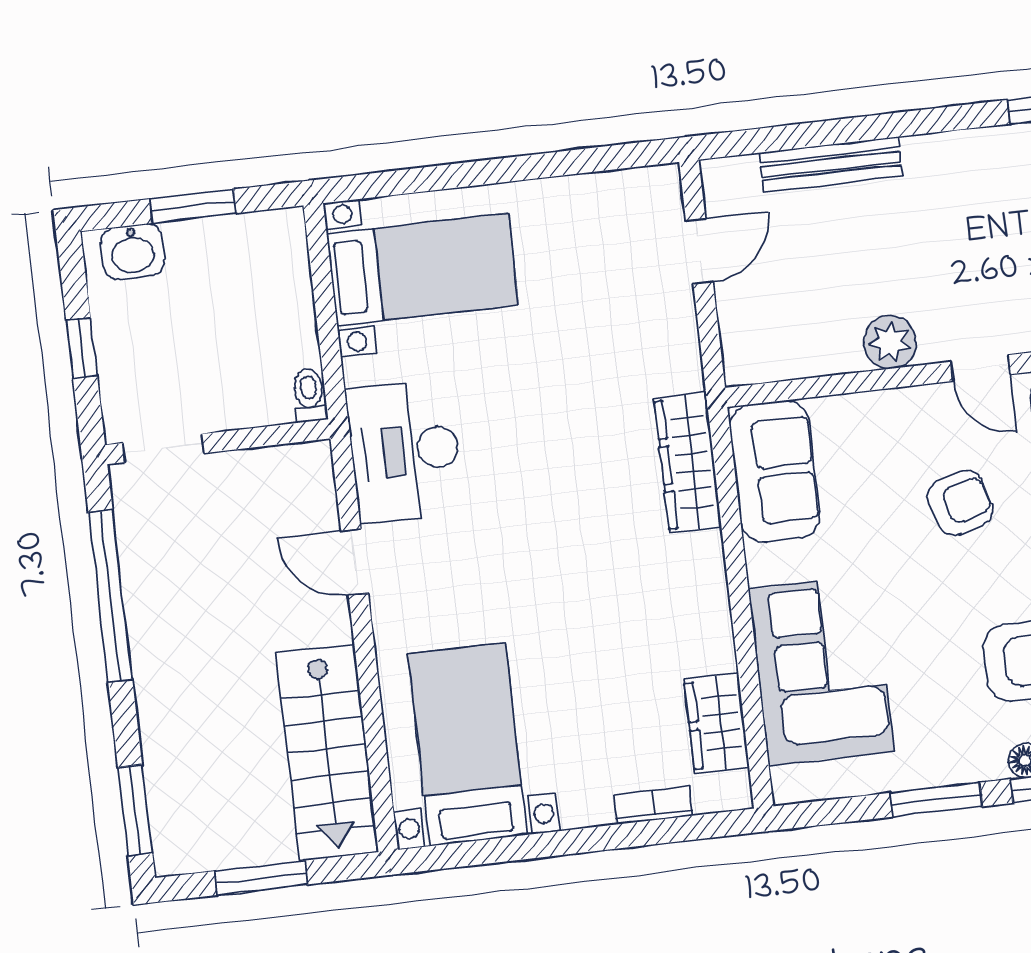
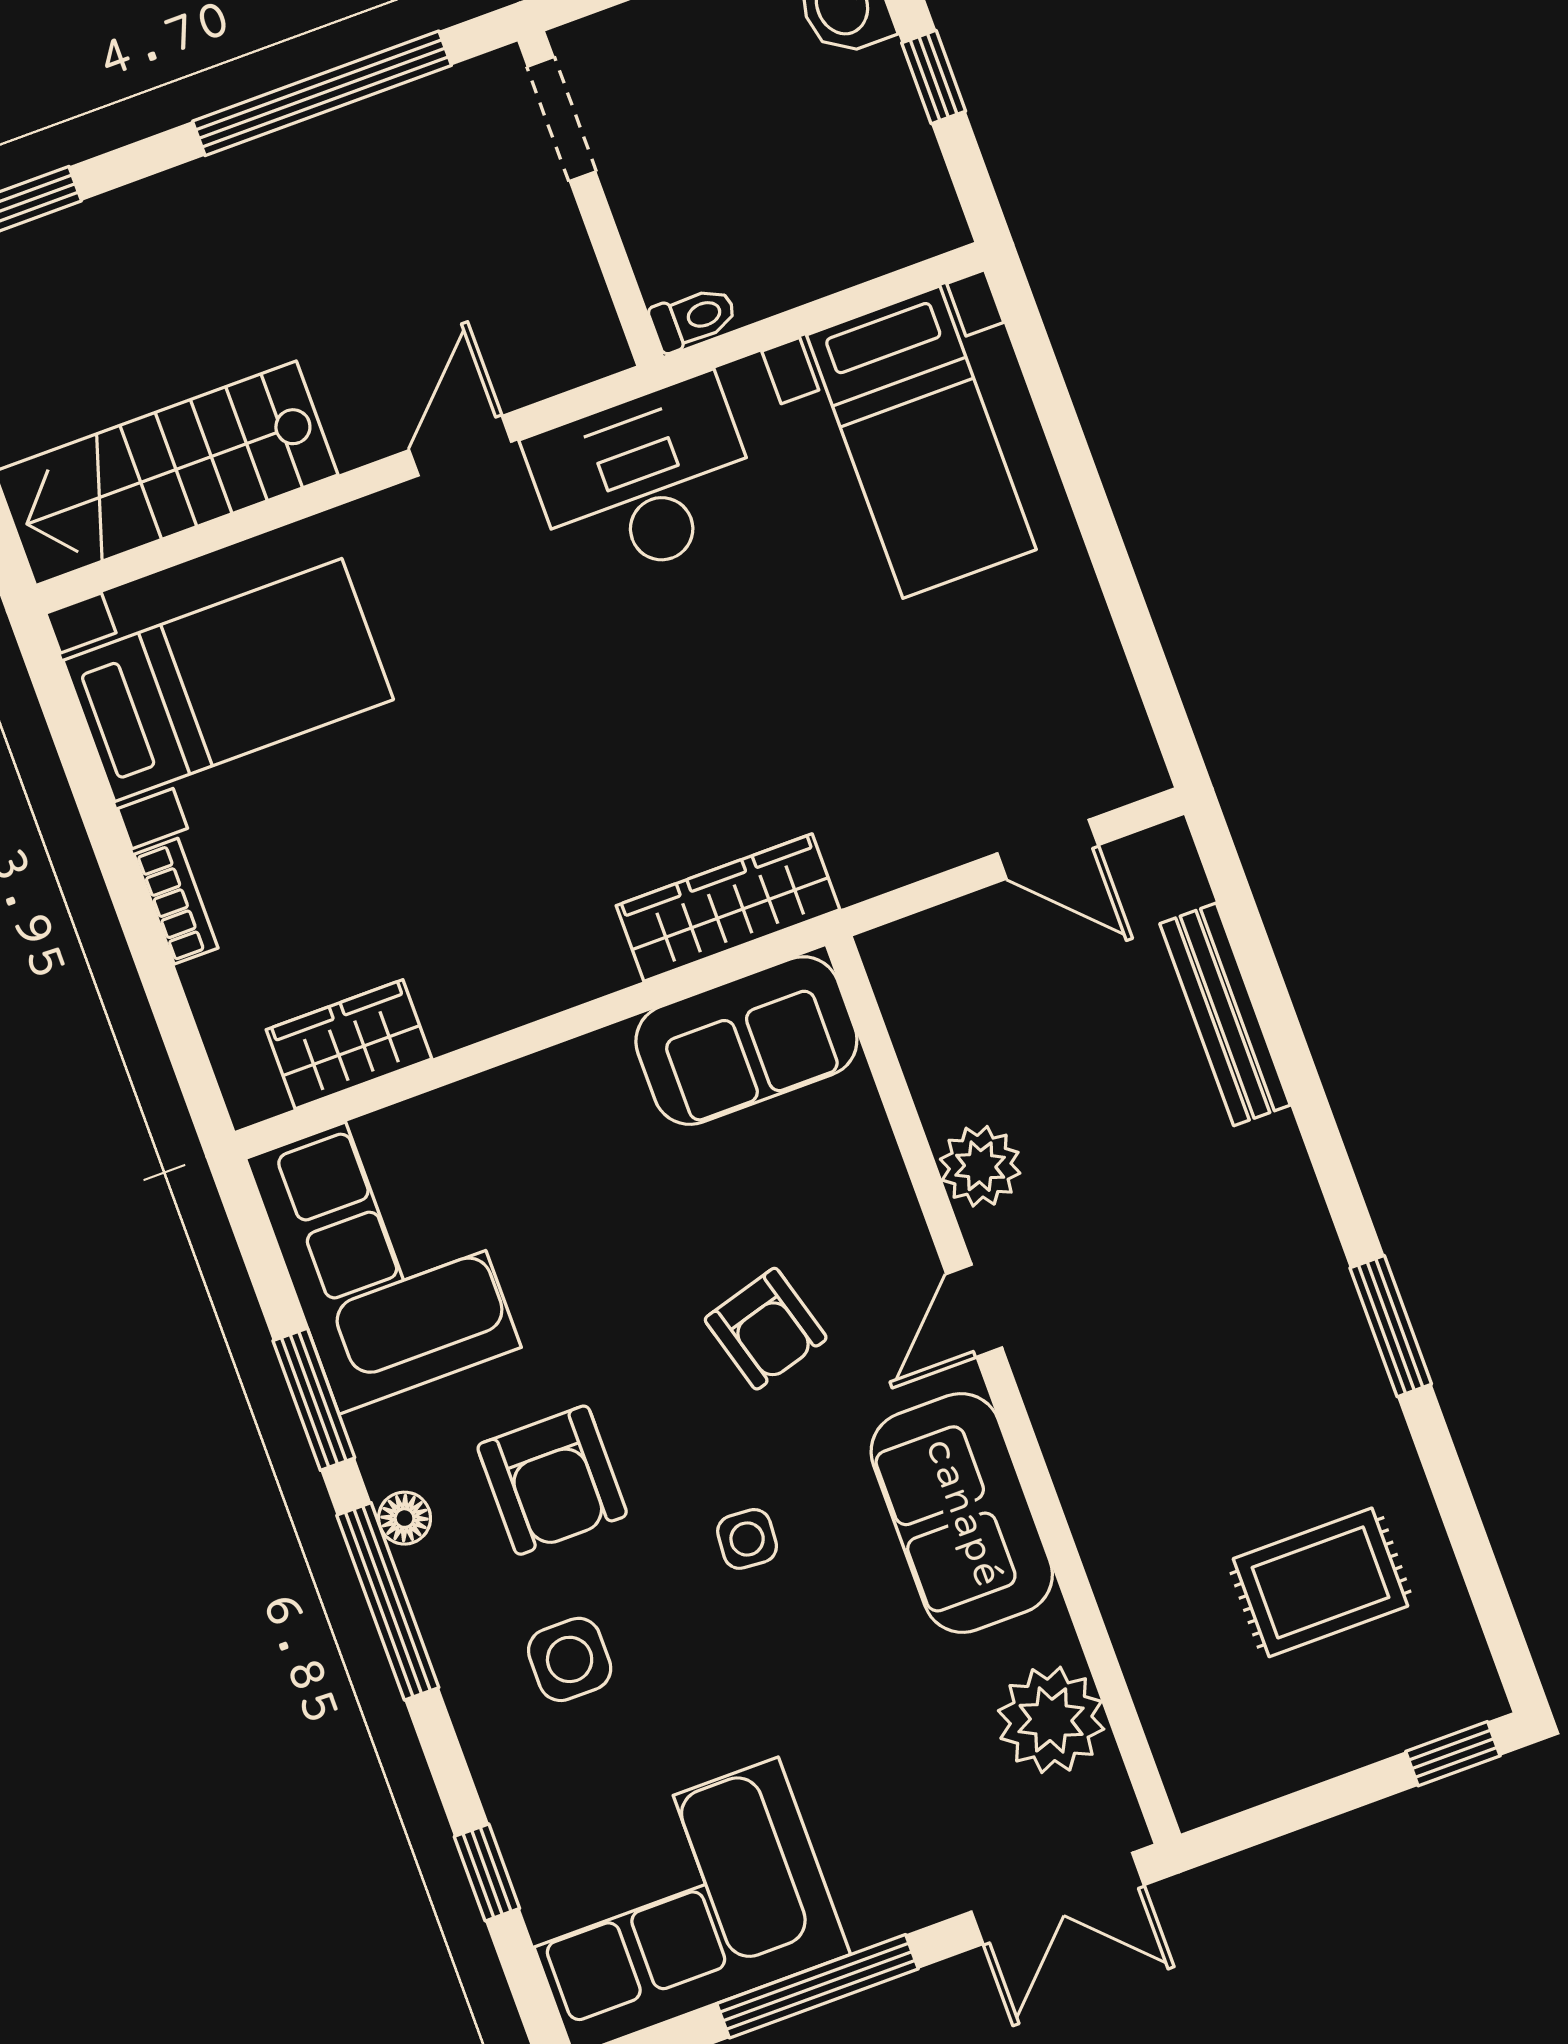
window: (193, 206) -> (934, 77), width x0.67
corner sofa: (821, 670) -> (383, 1253), moved, turned -90
bookcase: (653, 805) -> (176, 901), moved

